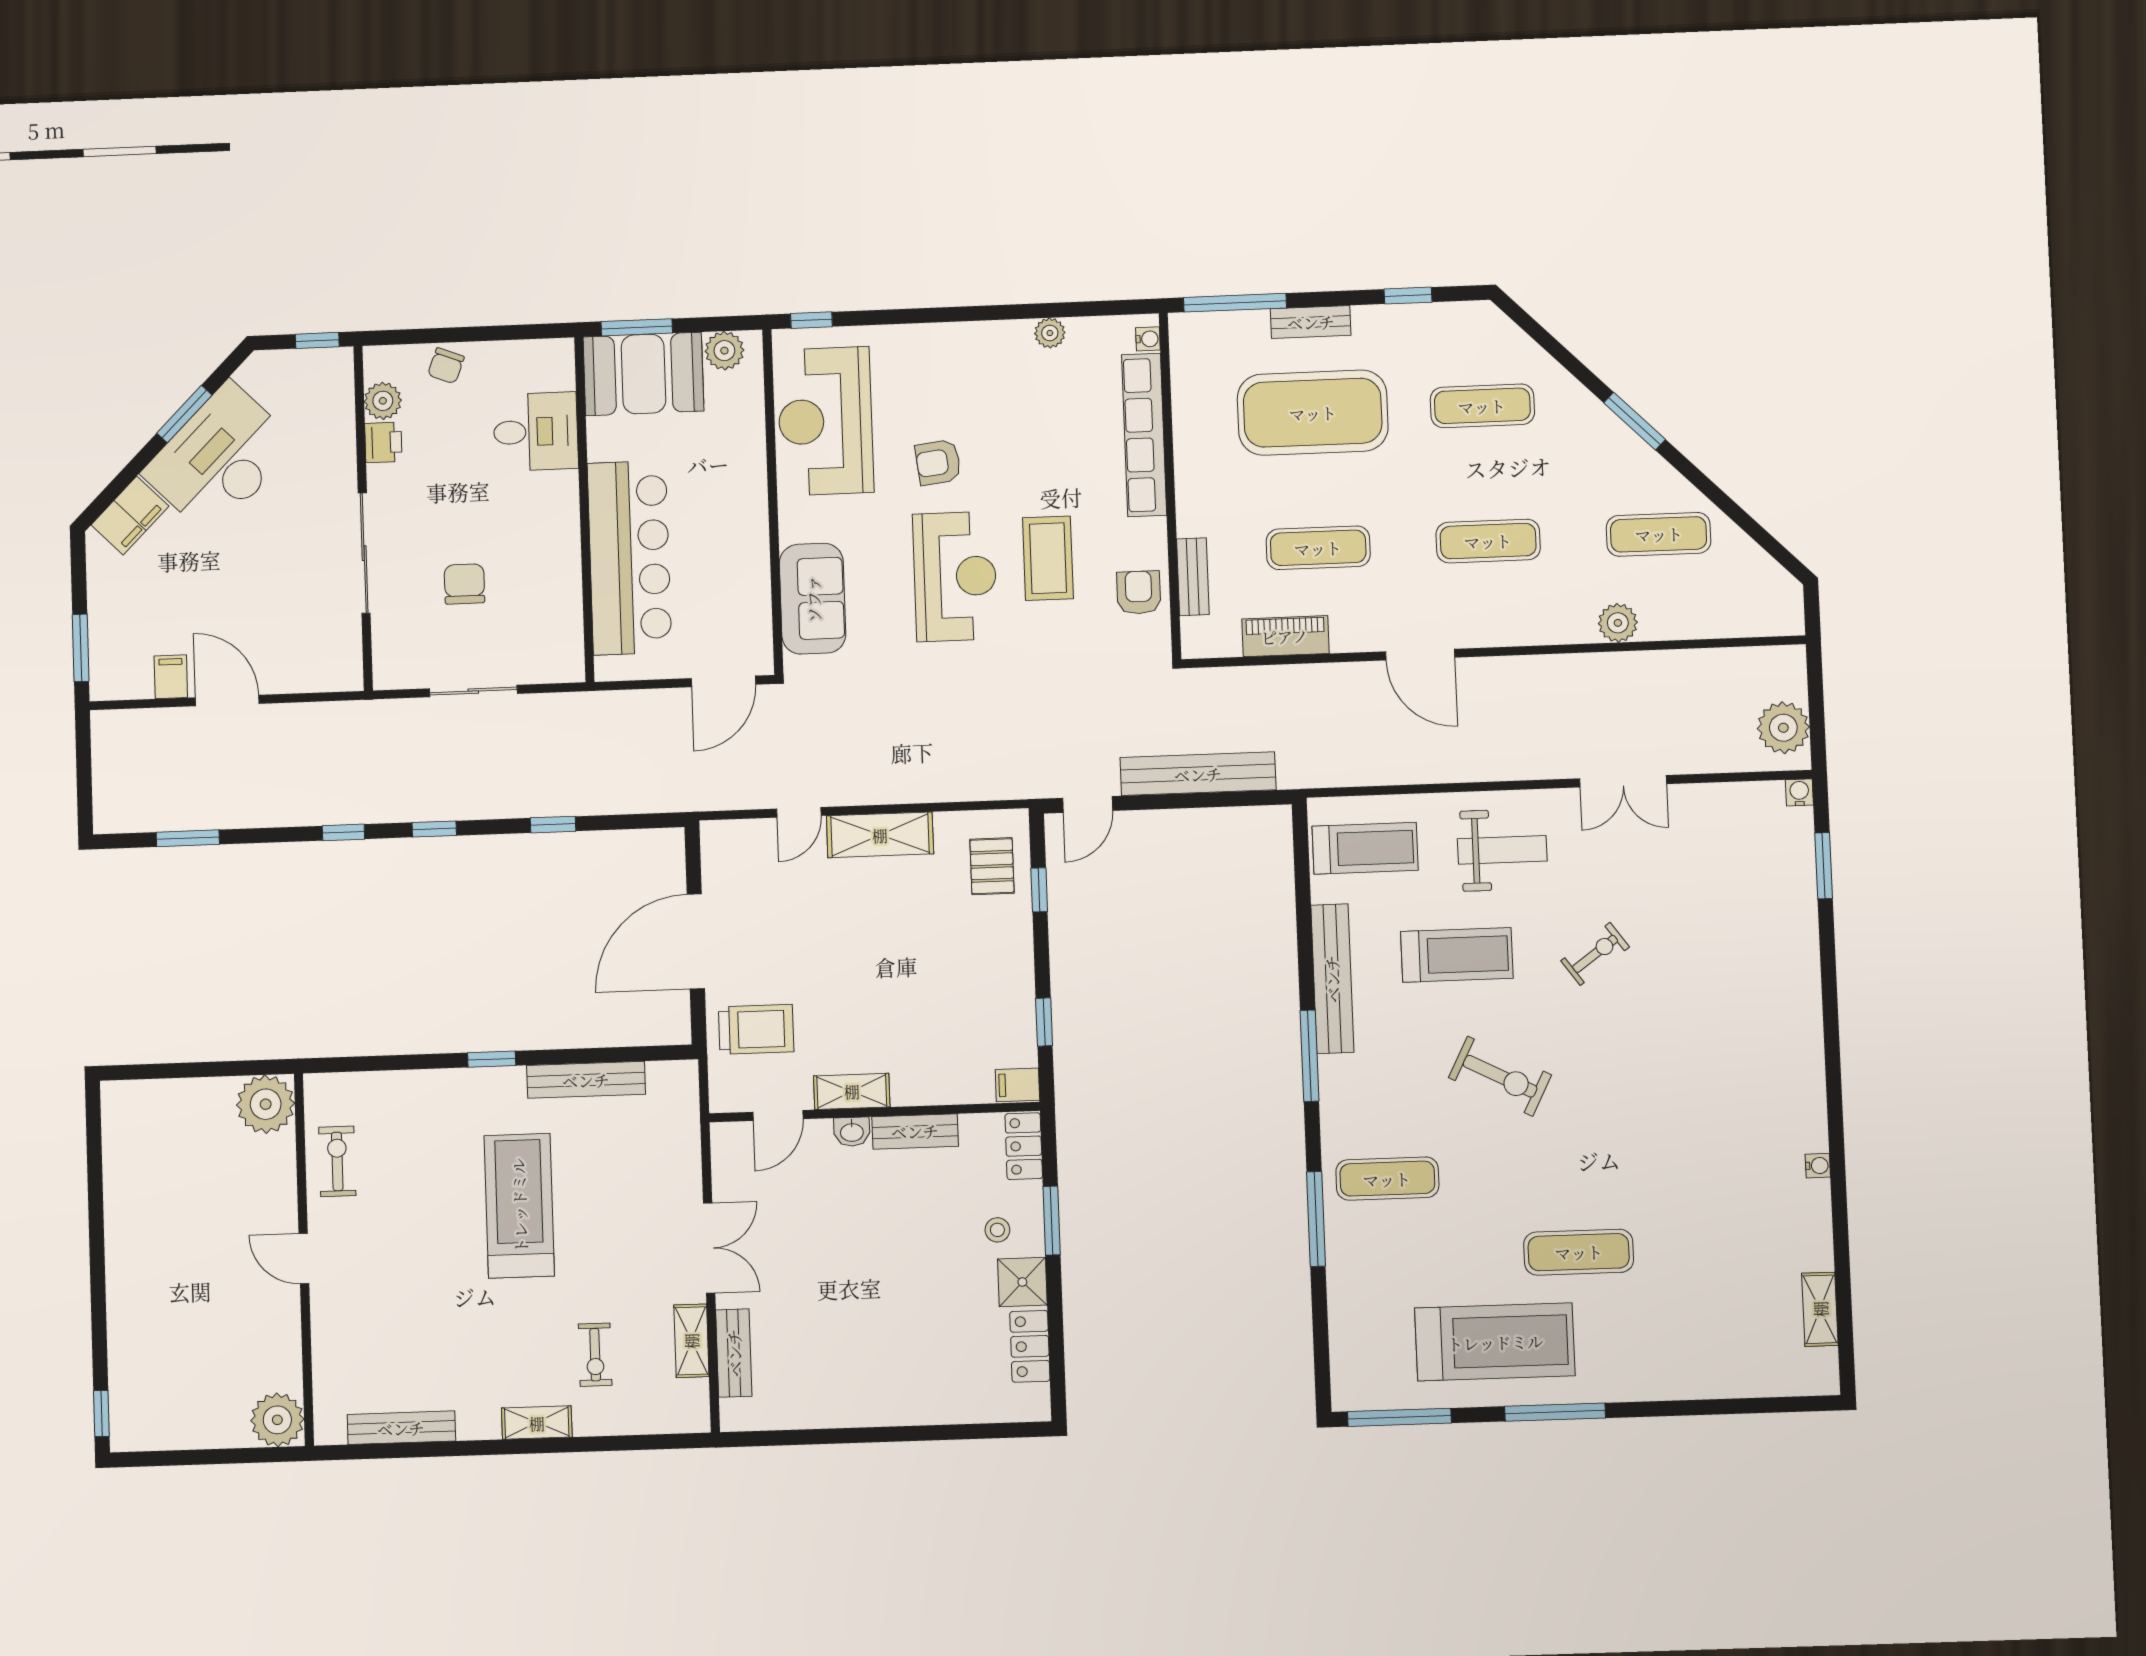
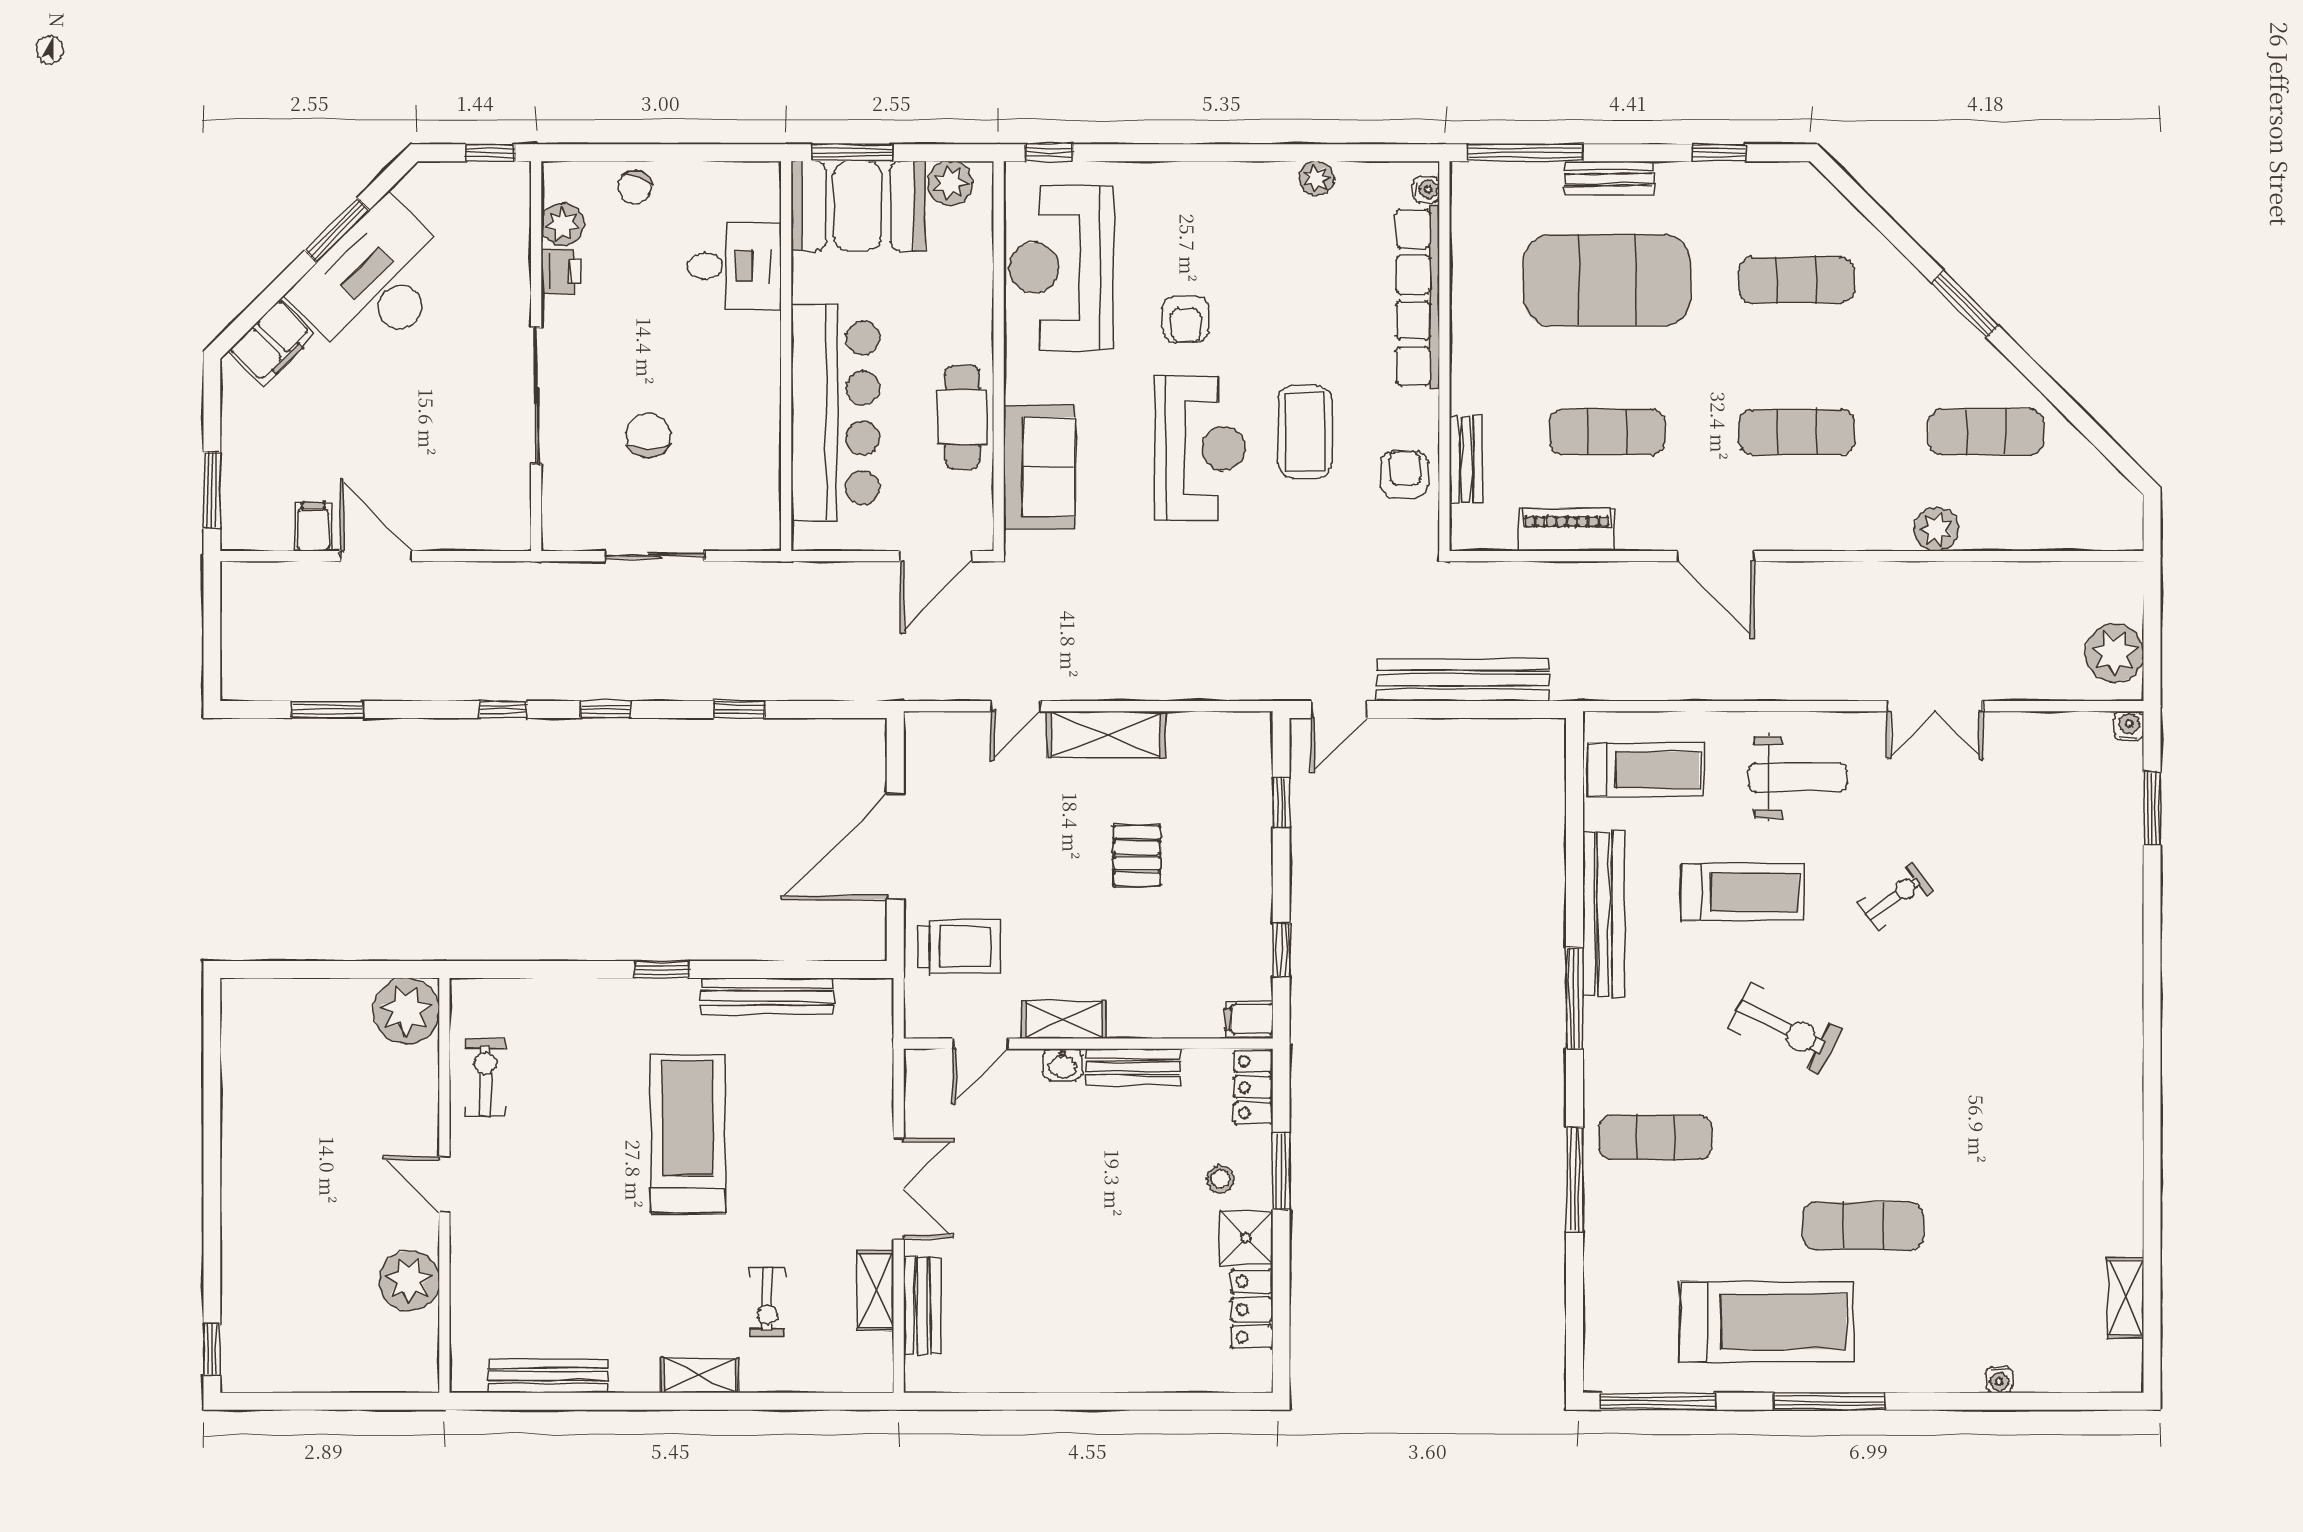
armchair: (938, 462) -> (1186, 319), turned -83
cafe table: (742, 557) -> (962, 417), added
pallet: (992, 866) -> (1137, 856), moved
water cooler: (1818, 1166) -> (1999, 1380), moved, turned 90
plant: (277, 1420) -> (409, 1281), moved

